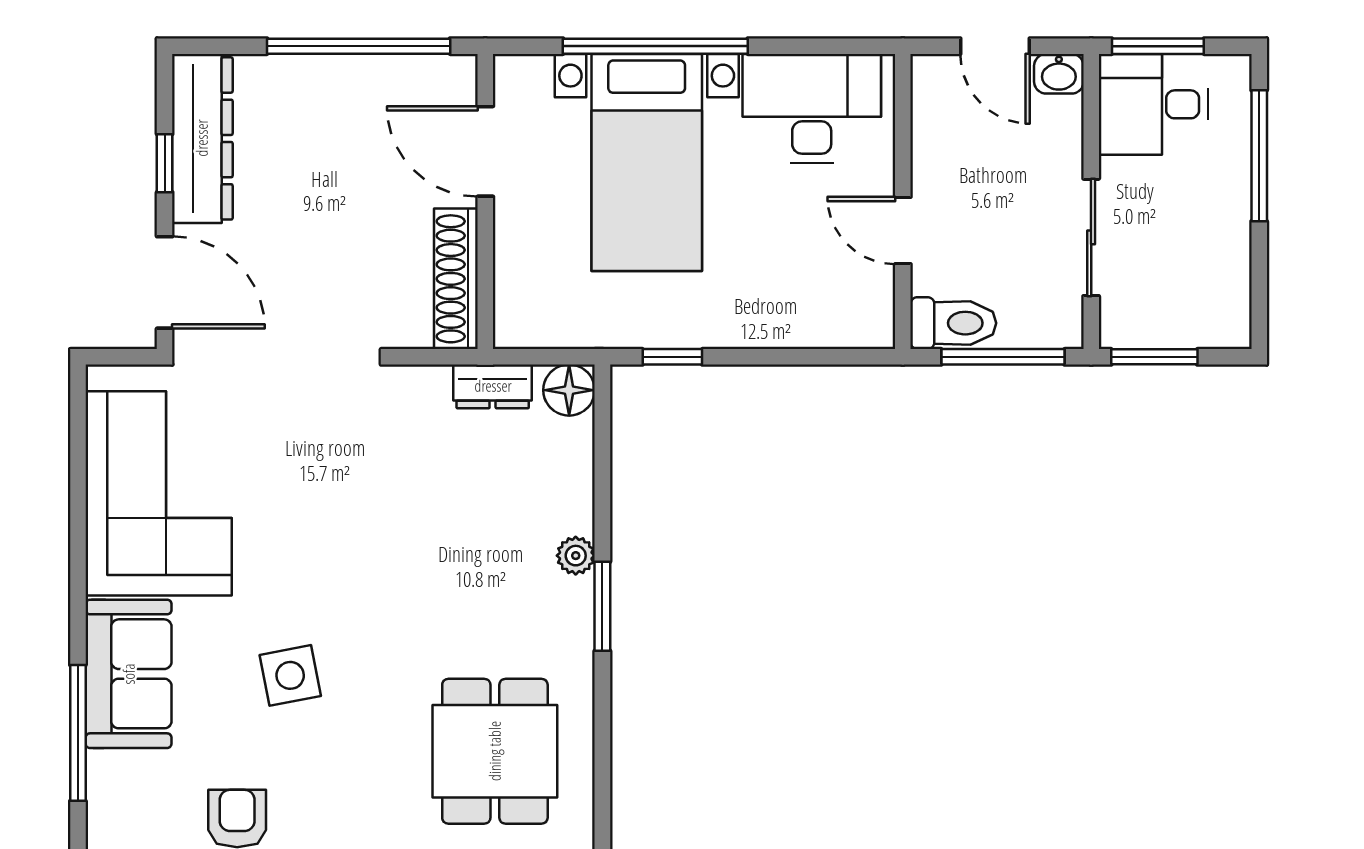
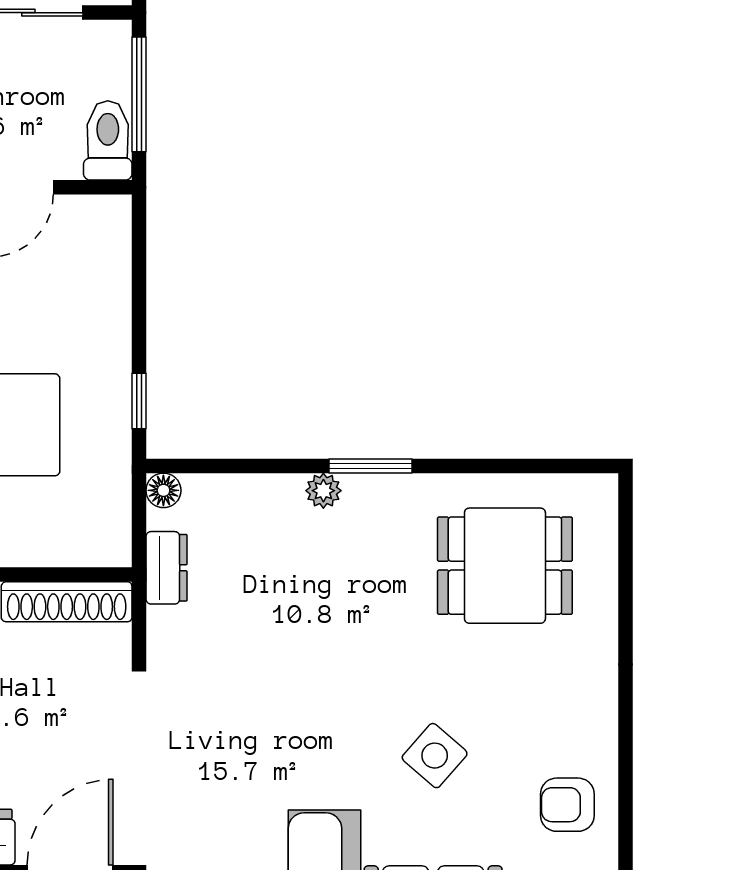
floor lamp: (569, 390) -> (163, 490), width x0.73, depth x0.73
side table: (290, 675) -> (435, 756), turned -38

